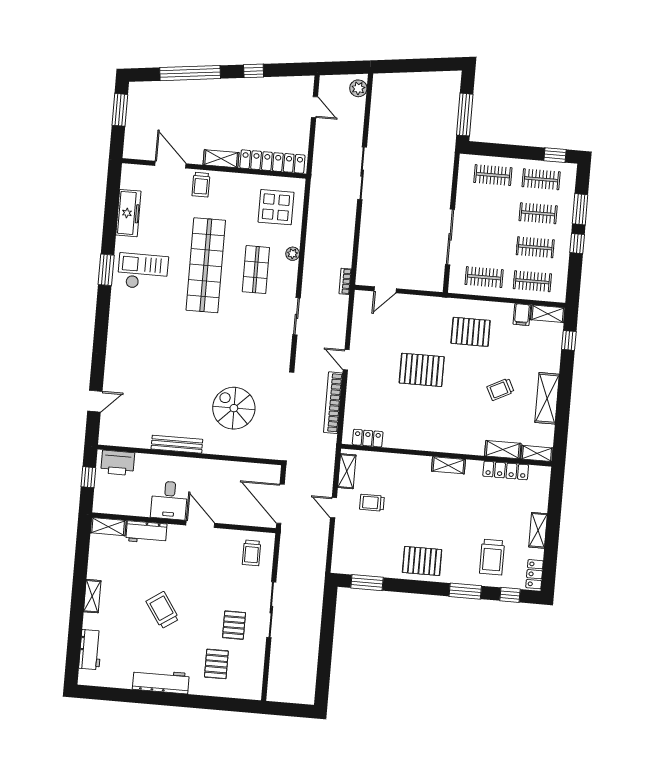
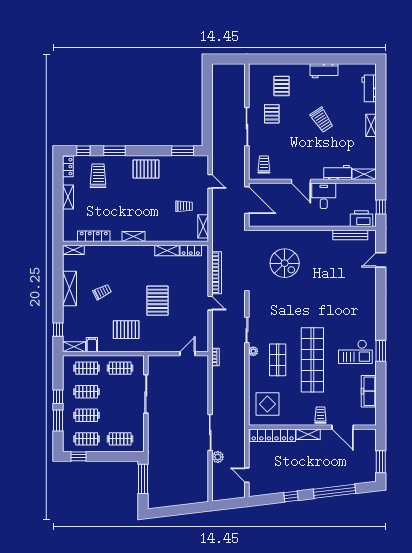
plant: (358, 88) -> (218, 457), moved
plant: (293, 254) -> (253, 351), moved
pallet: (422, 370) -> (158, 301), turned 90
bench: (177, 444) -> (350, 235), moved
shelving: (503, 450) -> (167, 250), moved
door: (333, 508) -> (210, 181), moved
workbench: (161, 681) -> (324, 71), width x0.73

